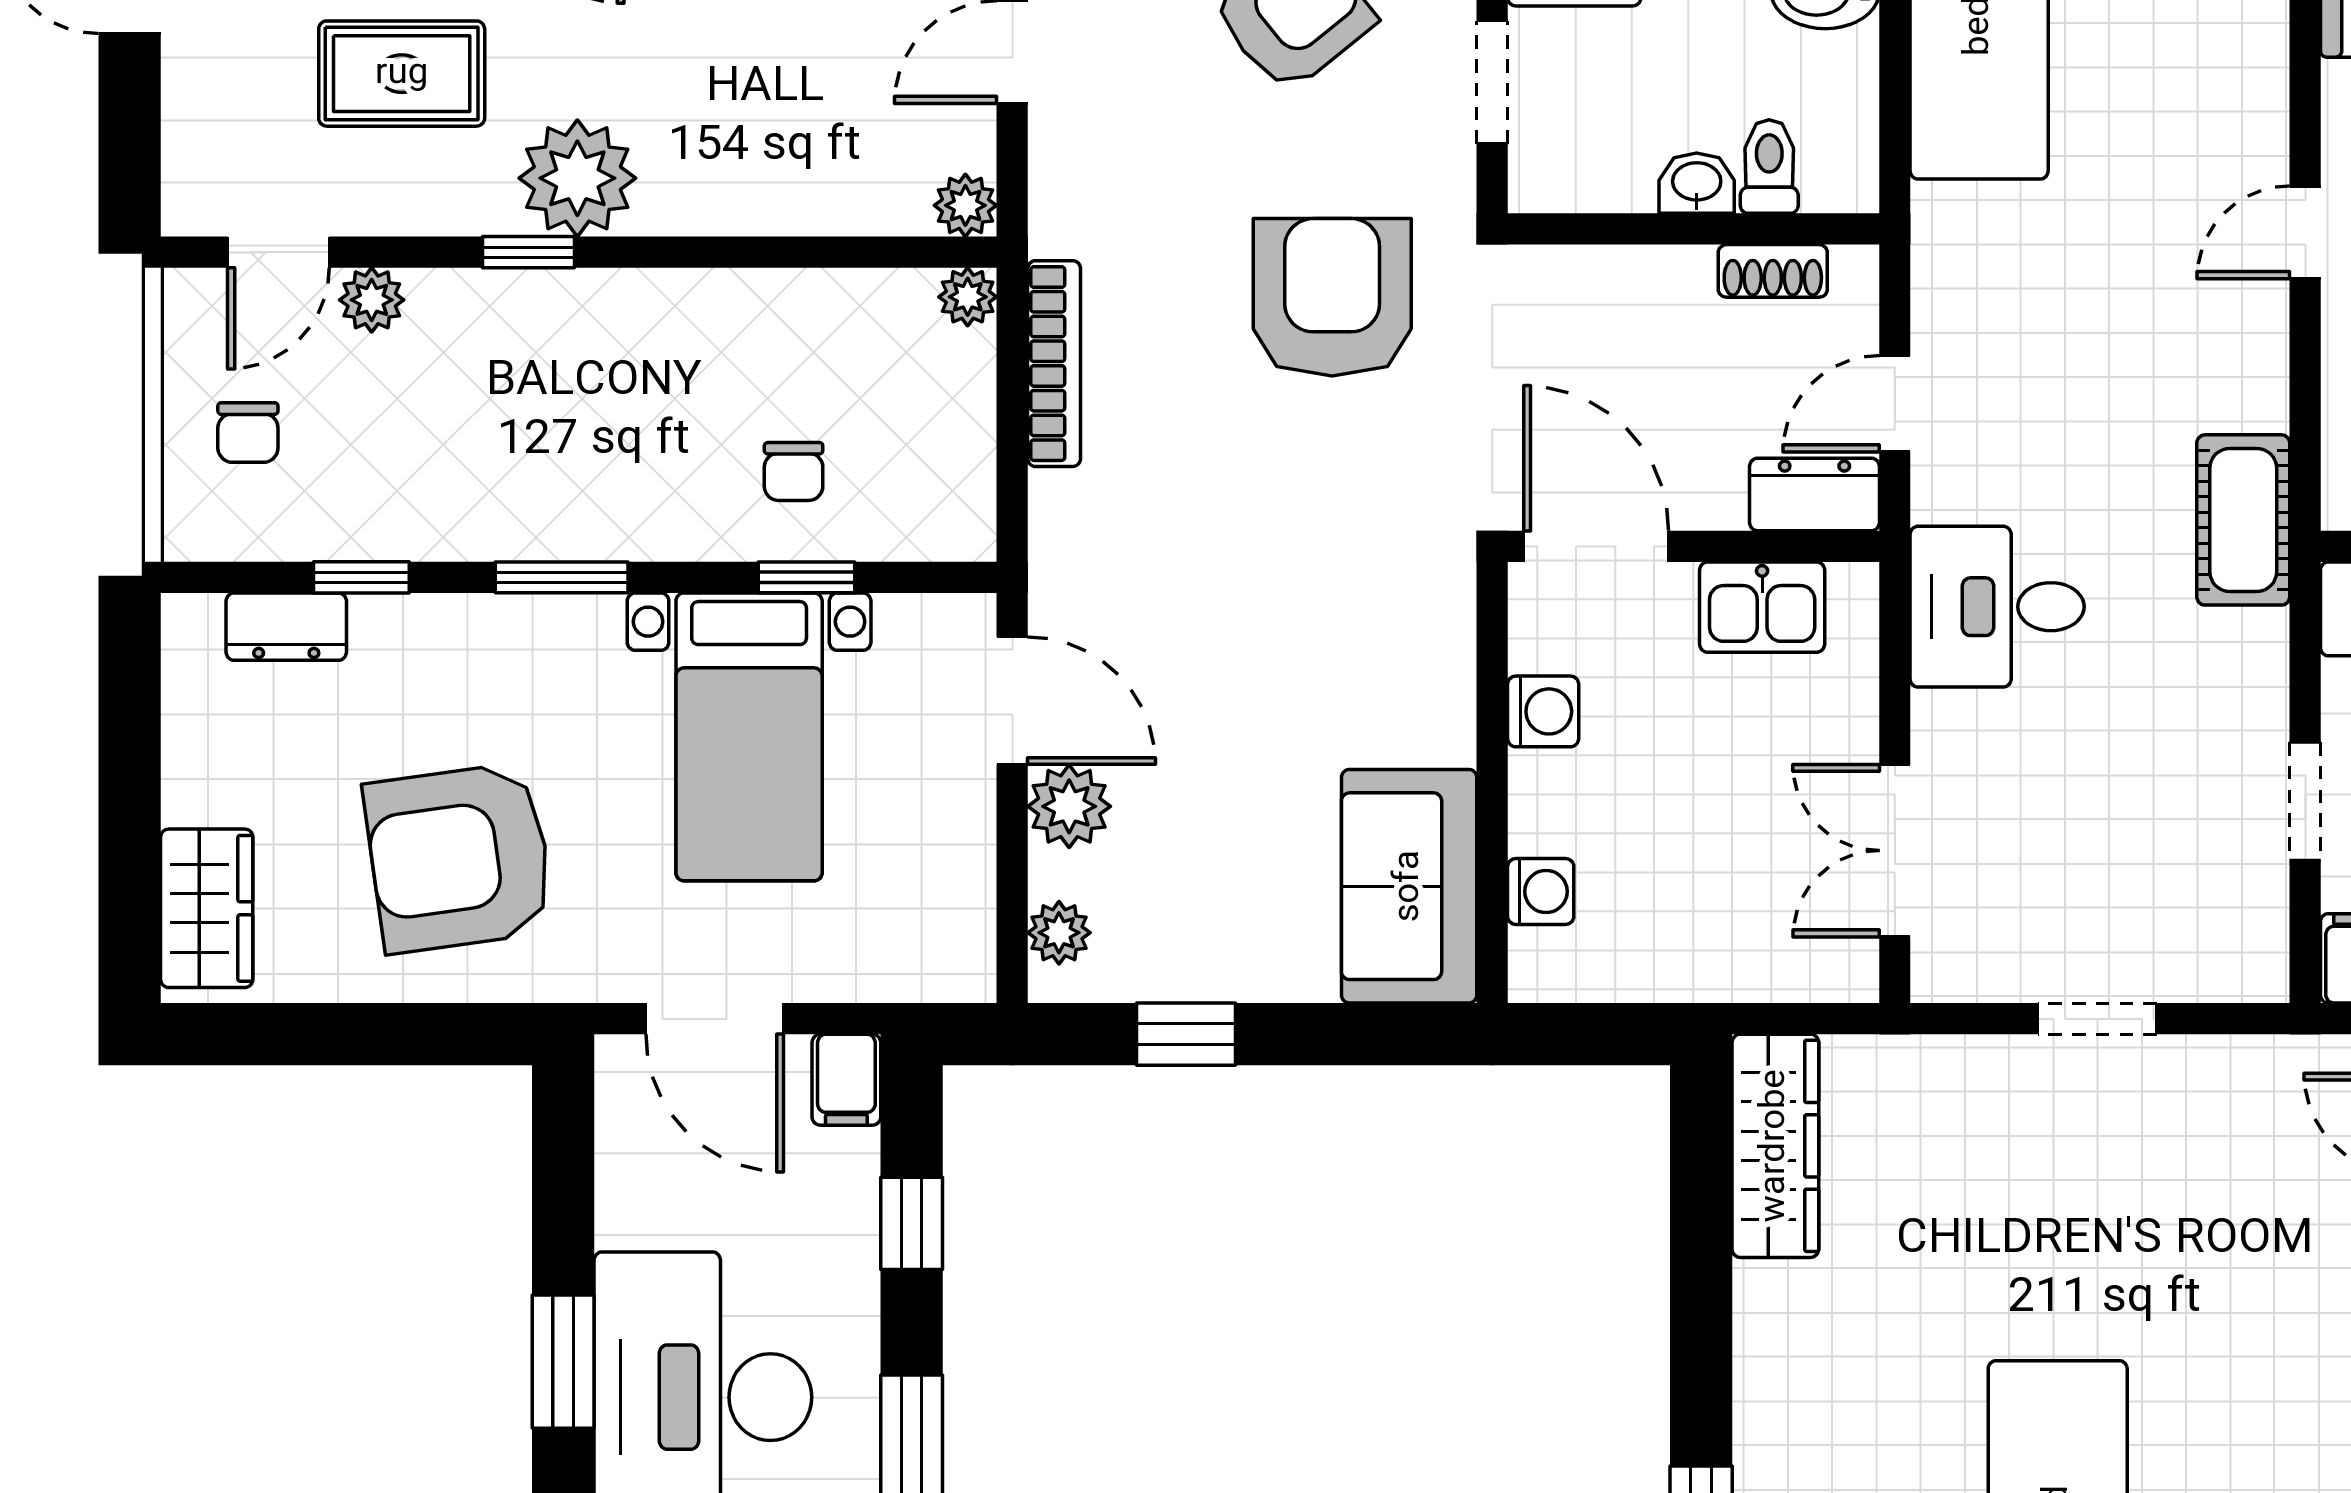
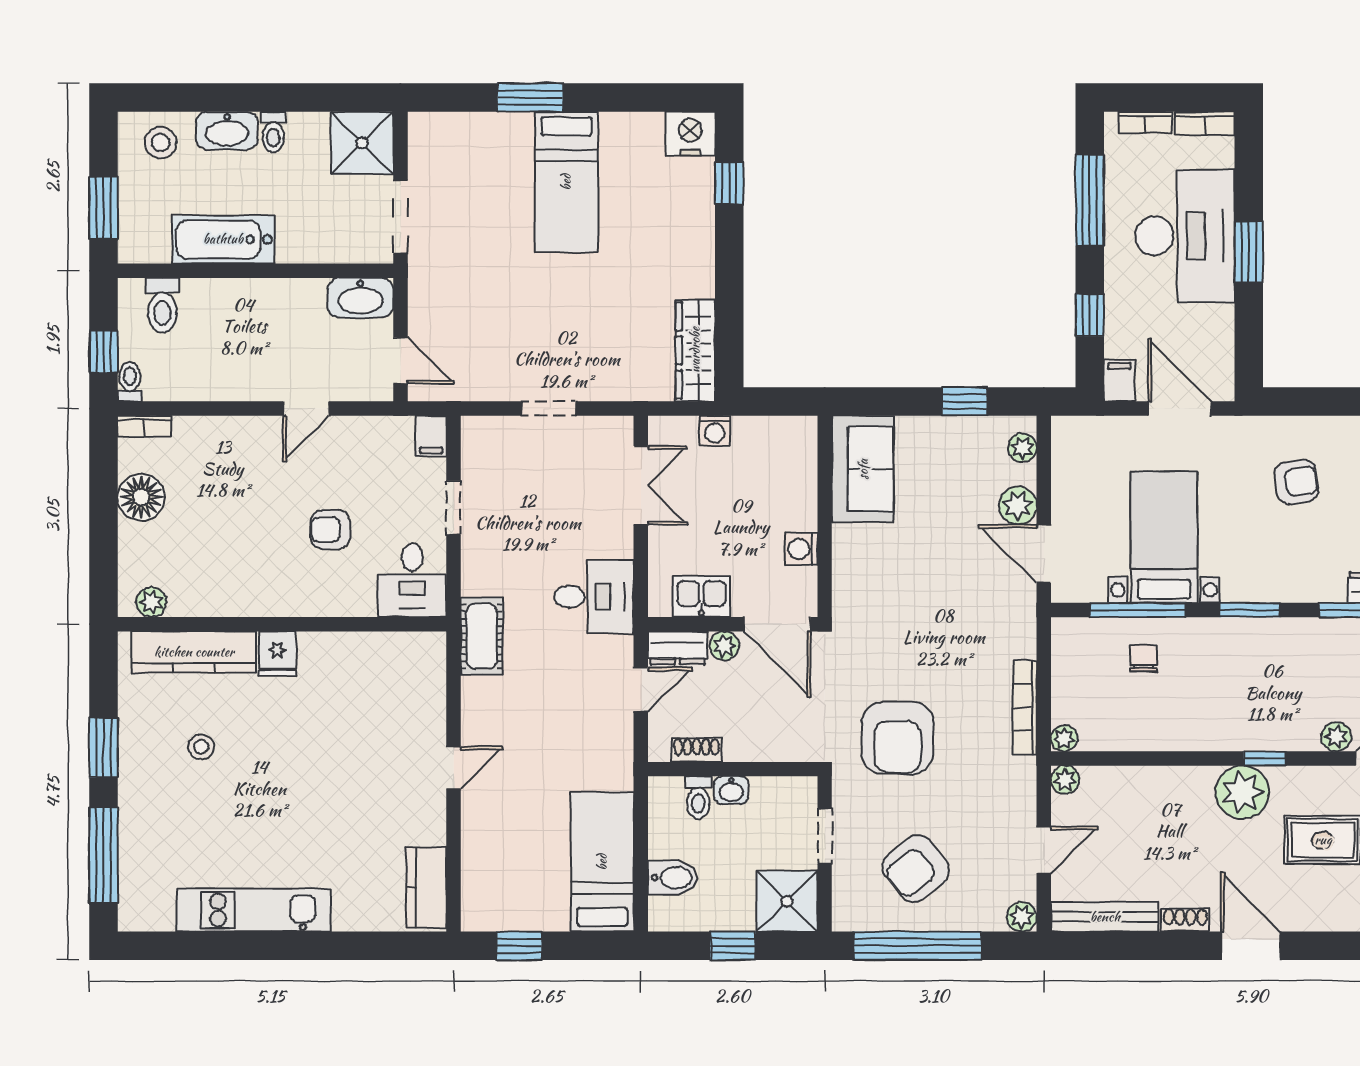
plant: (1712, 499) -> (724, 646), added
window: (806, 577) -> (1138, 610), width x2.17
armchair: (459, 858) -> (1296, 482), width x0.53, depth x0.53
washing machine: (1541, 891) -> (715, 431), moved, turned -90

